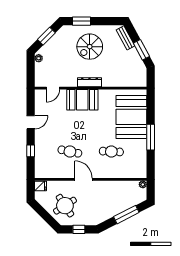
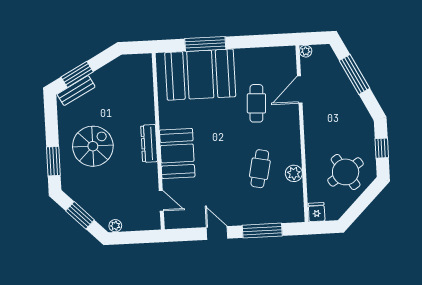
spiral stairs: (90, 47) -> (93, 146), turned -90
window: (141, 50) -> (77, 74), moved
window: (151, 137) -> (205, 44), moved
window: (31, 151) -> (262, 231), width x2.17
plant: (66, 173) -> (294, 173), added
door: (83, 179) -> (300, 90), moved

